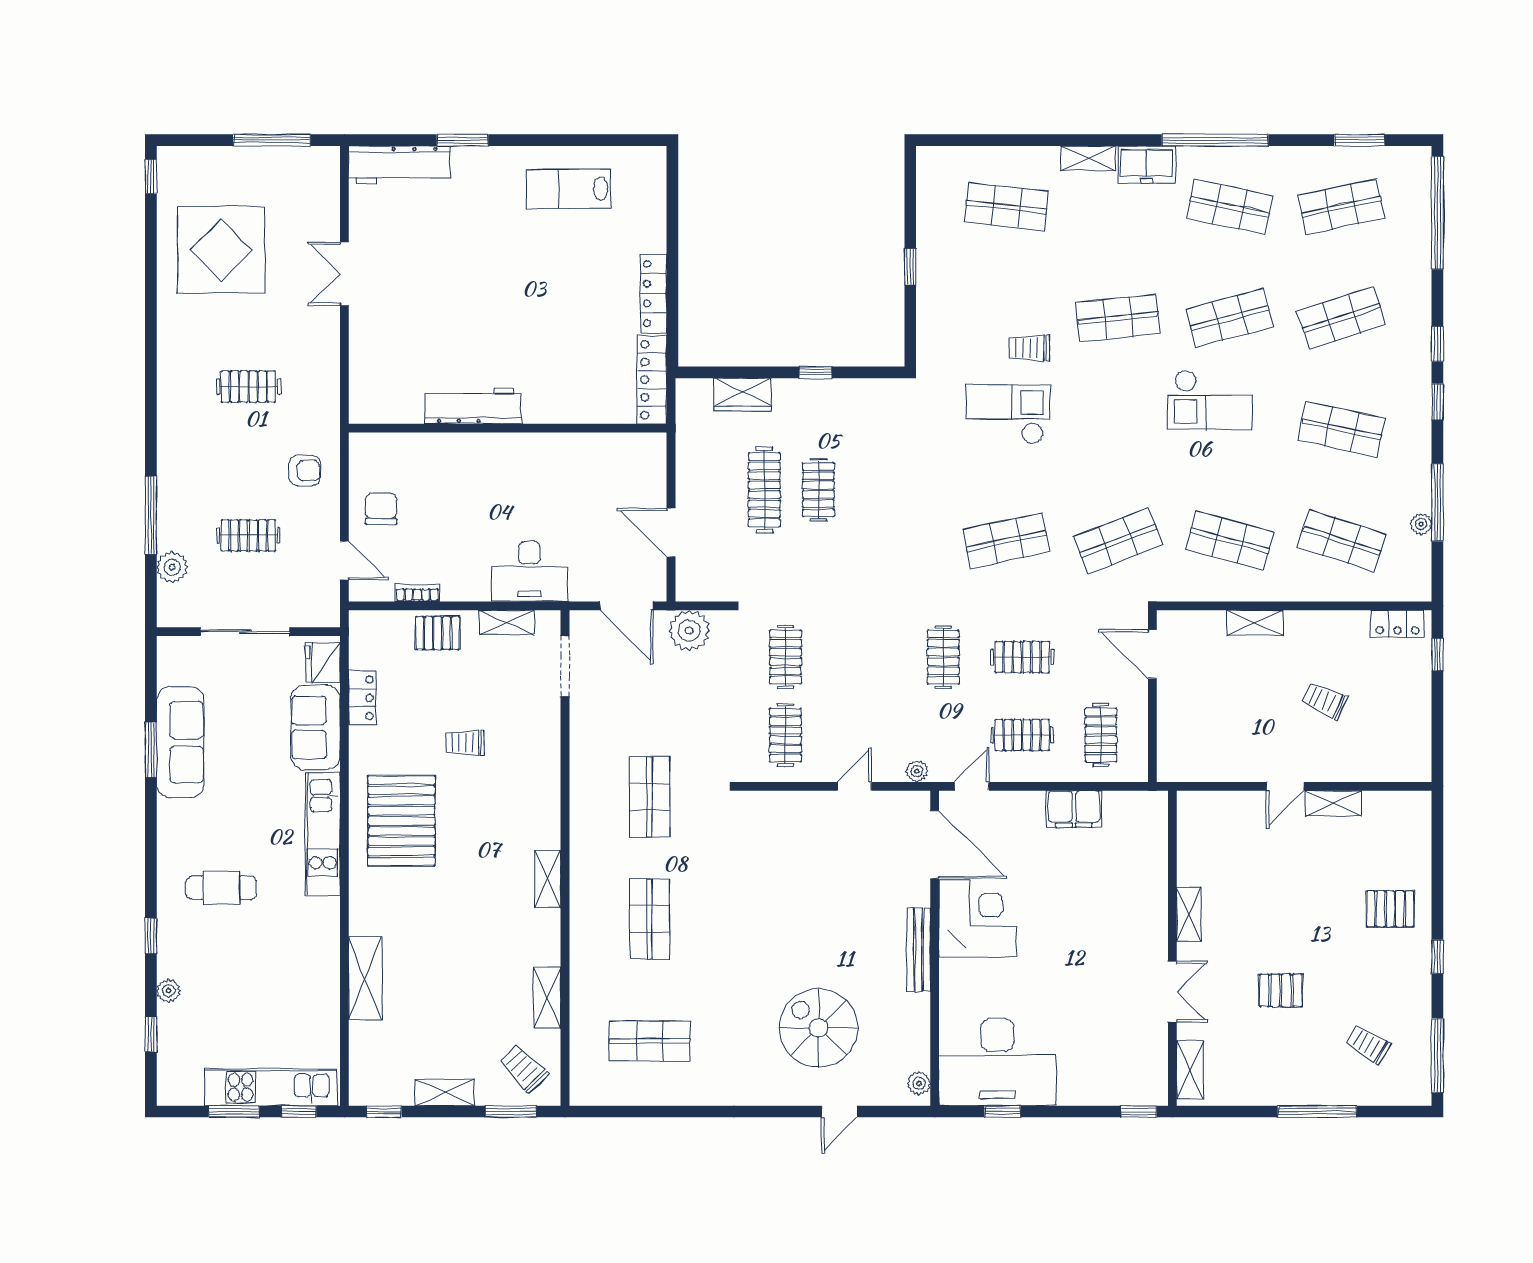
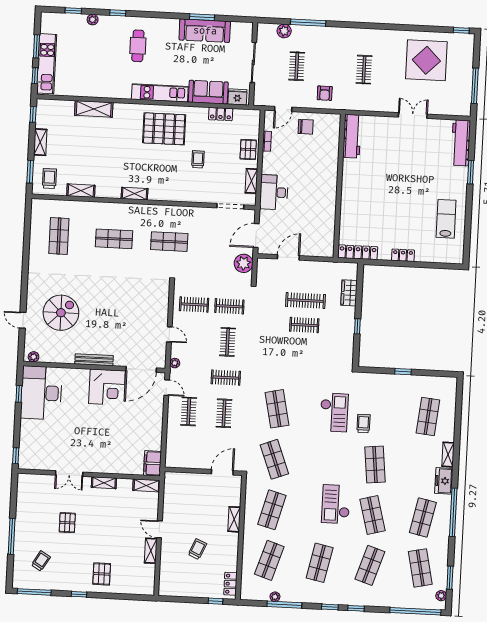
plant: (1400, 157) -> (441, 596), added
locker: (654, 294) -> (403, 255), width x0.66
shop shelf: (1341, 318) -> (370, 565), turned 36
workbench: (473, 406) -> (352, 136), moved
clothes rail: (1101, 735) -> (228, 342), moved, turned 90
filing cabinet: (1074, 809) -> (153, 463), moved
trolley: (524, 1068) -> (49, 178), turned -46
shelving: (1190, 1070) -> (146, 485), moved

